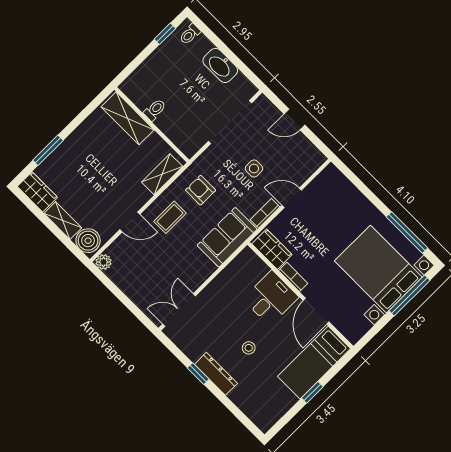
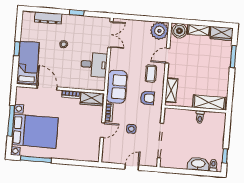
washbasin: (220, 65) -> (198, 164), moved
plant: (103, 262) -> (159, 31), width x1.87, depth x1.87
window: (409, 295) -> (11, 121), moved
desk: (271, 298) -> (94, 65), moved, turned -90
dresser: (216, 374) -> (48, 18), moved

